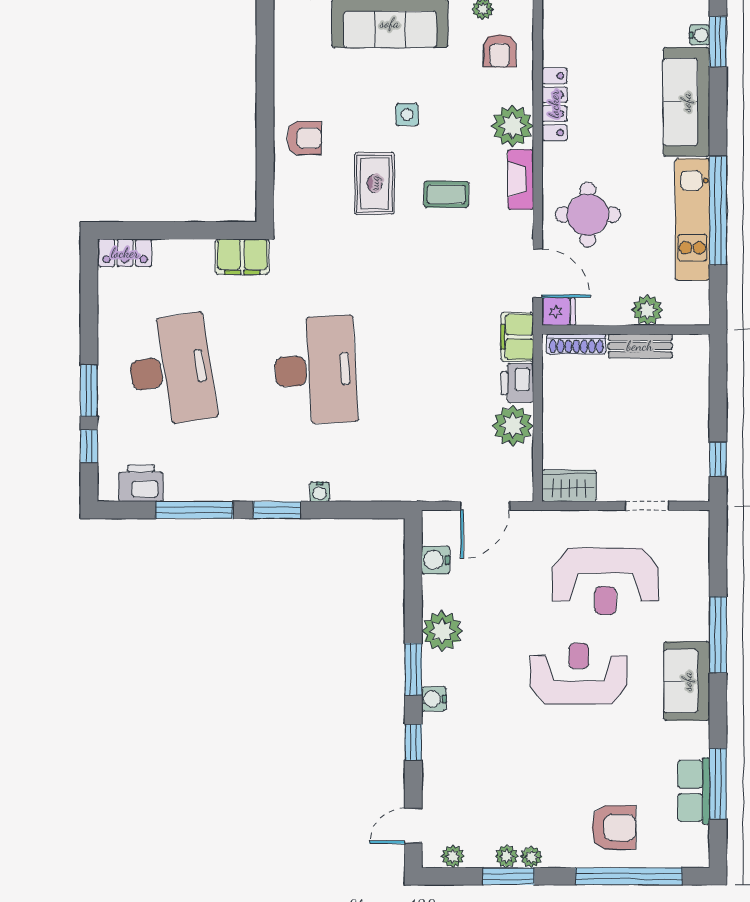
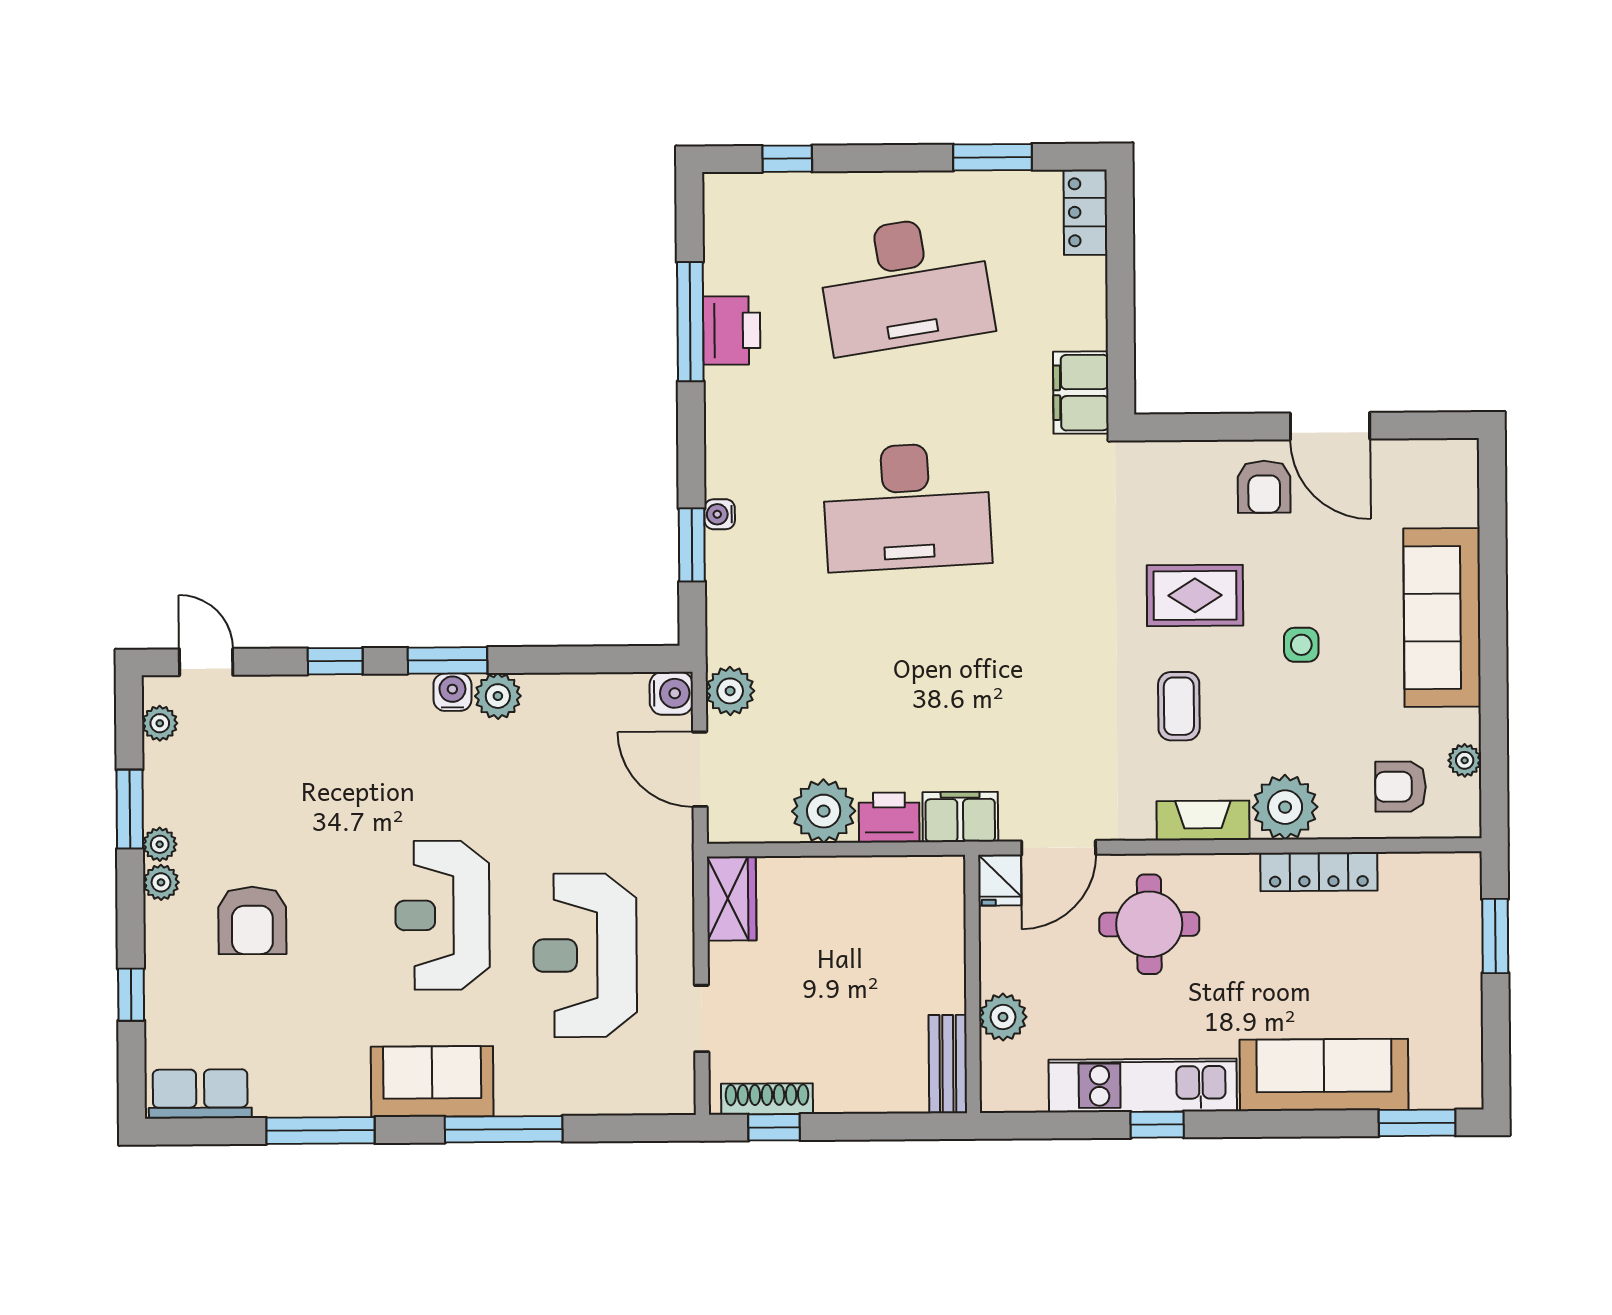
water cooler: (700, 35) -> (1427, 1094), removed
door: (265, 95) -> (1330, 426), added
window: (718, 210) -> (1157, 1125), width x0.32
shoe rack: (576, 344) -> (767, 1099), moved, turned 90
bench: (640, 346) -> (948, 1064), moved
window: (89, 391) -> (993, 157), moved
printer: (141, 483) -> (732, 330), moved
plant: (434, 486) -> (730, 691), added
window: (277, 510) -> (692, 545), moved
water cooler: (436, 560) -> (671, 693), moved, turned 90
plant: (442, 631) -> (498, 696), width x0.73, depth x0.73
reception desk: (579, 674) -> (442, 915), turned 180
water cooler: (434, 699) -> (452, 692), moved
window: (718, 784) -> (321, 1131), moved
row of seats: (694, 791) -> (200, 1094), moved
armchair: (614, 828) -> (252, 920), moved
plant: (507, 856) -> (161, 882), moved
window: (629, 876) -> (131, 995), width x0.32

